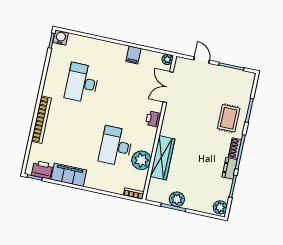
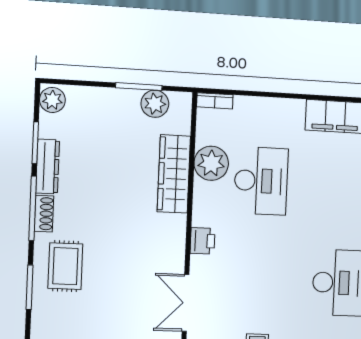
double door: (168, 87) -> (185, 303), swing flipped
dresser: (230, 168) -> (48, 167), width x1.44
plant: (177, 199) -> (155, 104), moved

